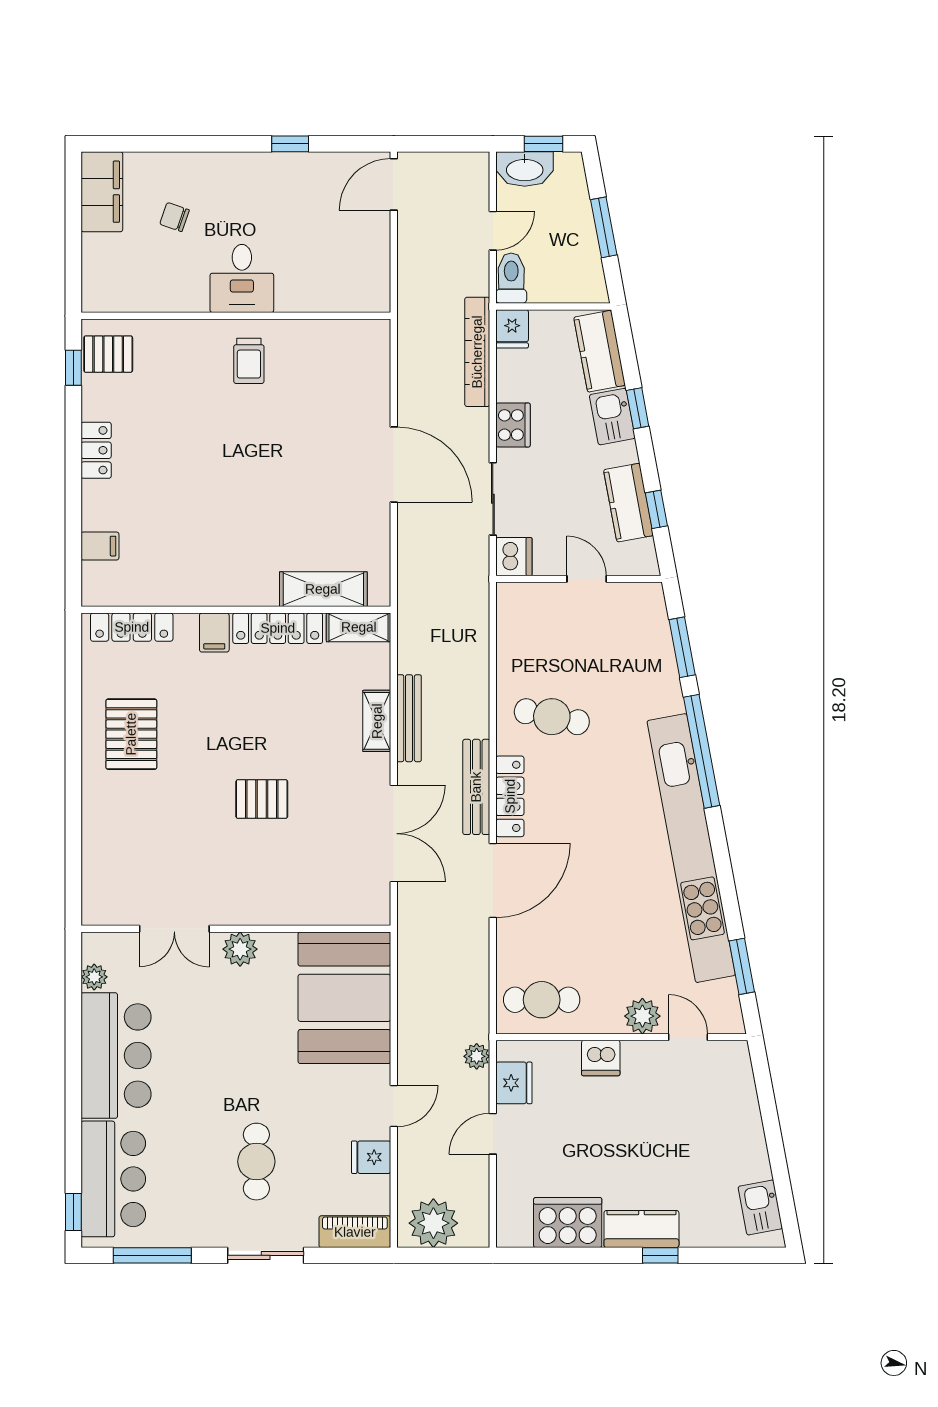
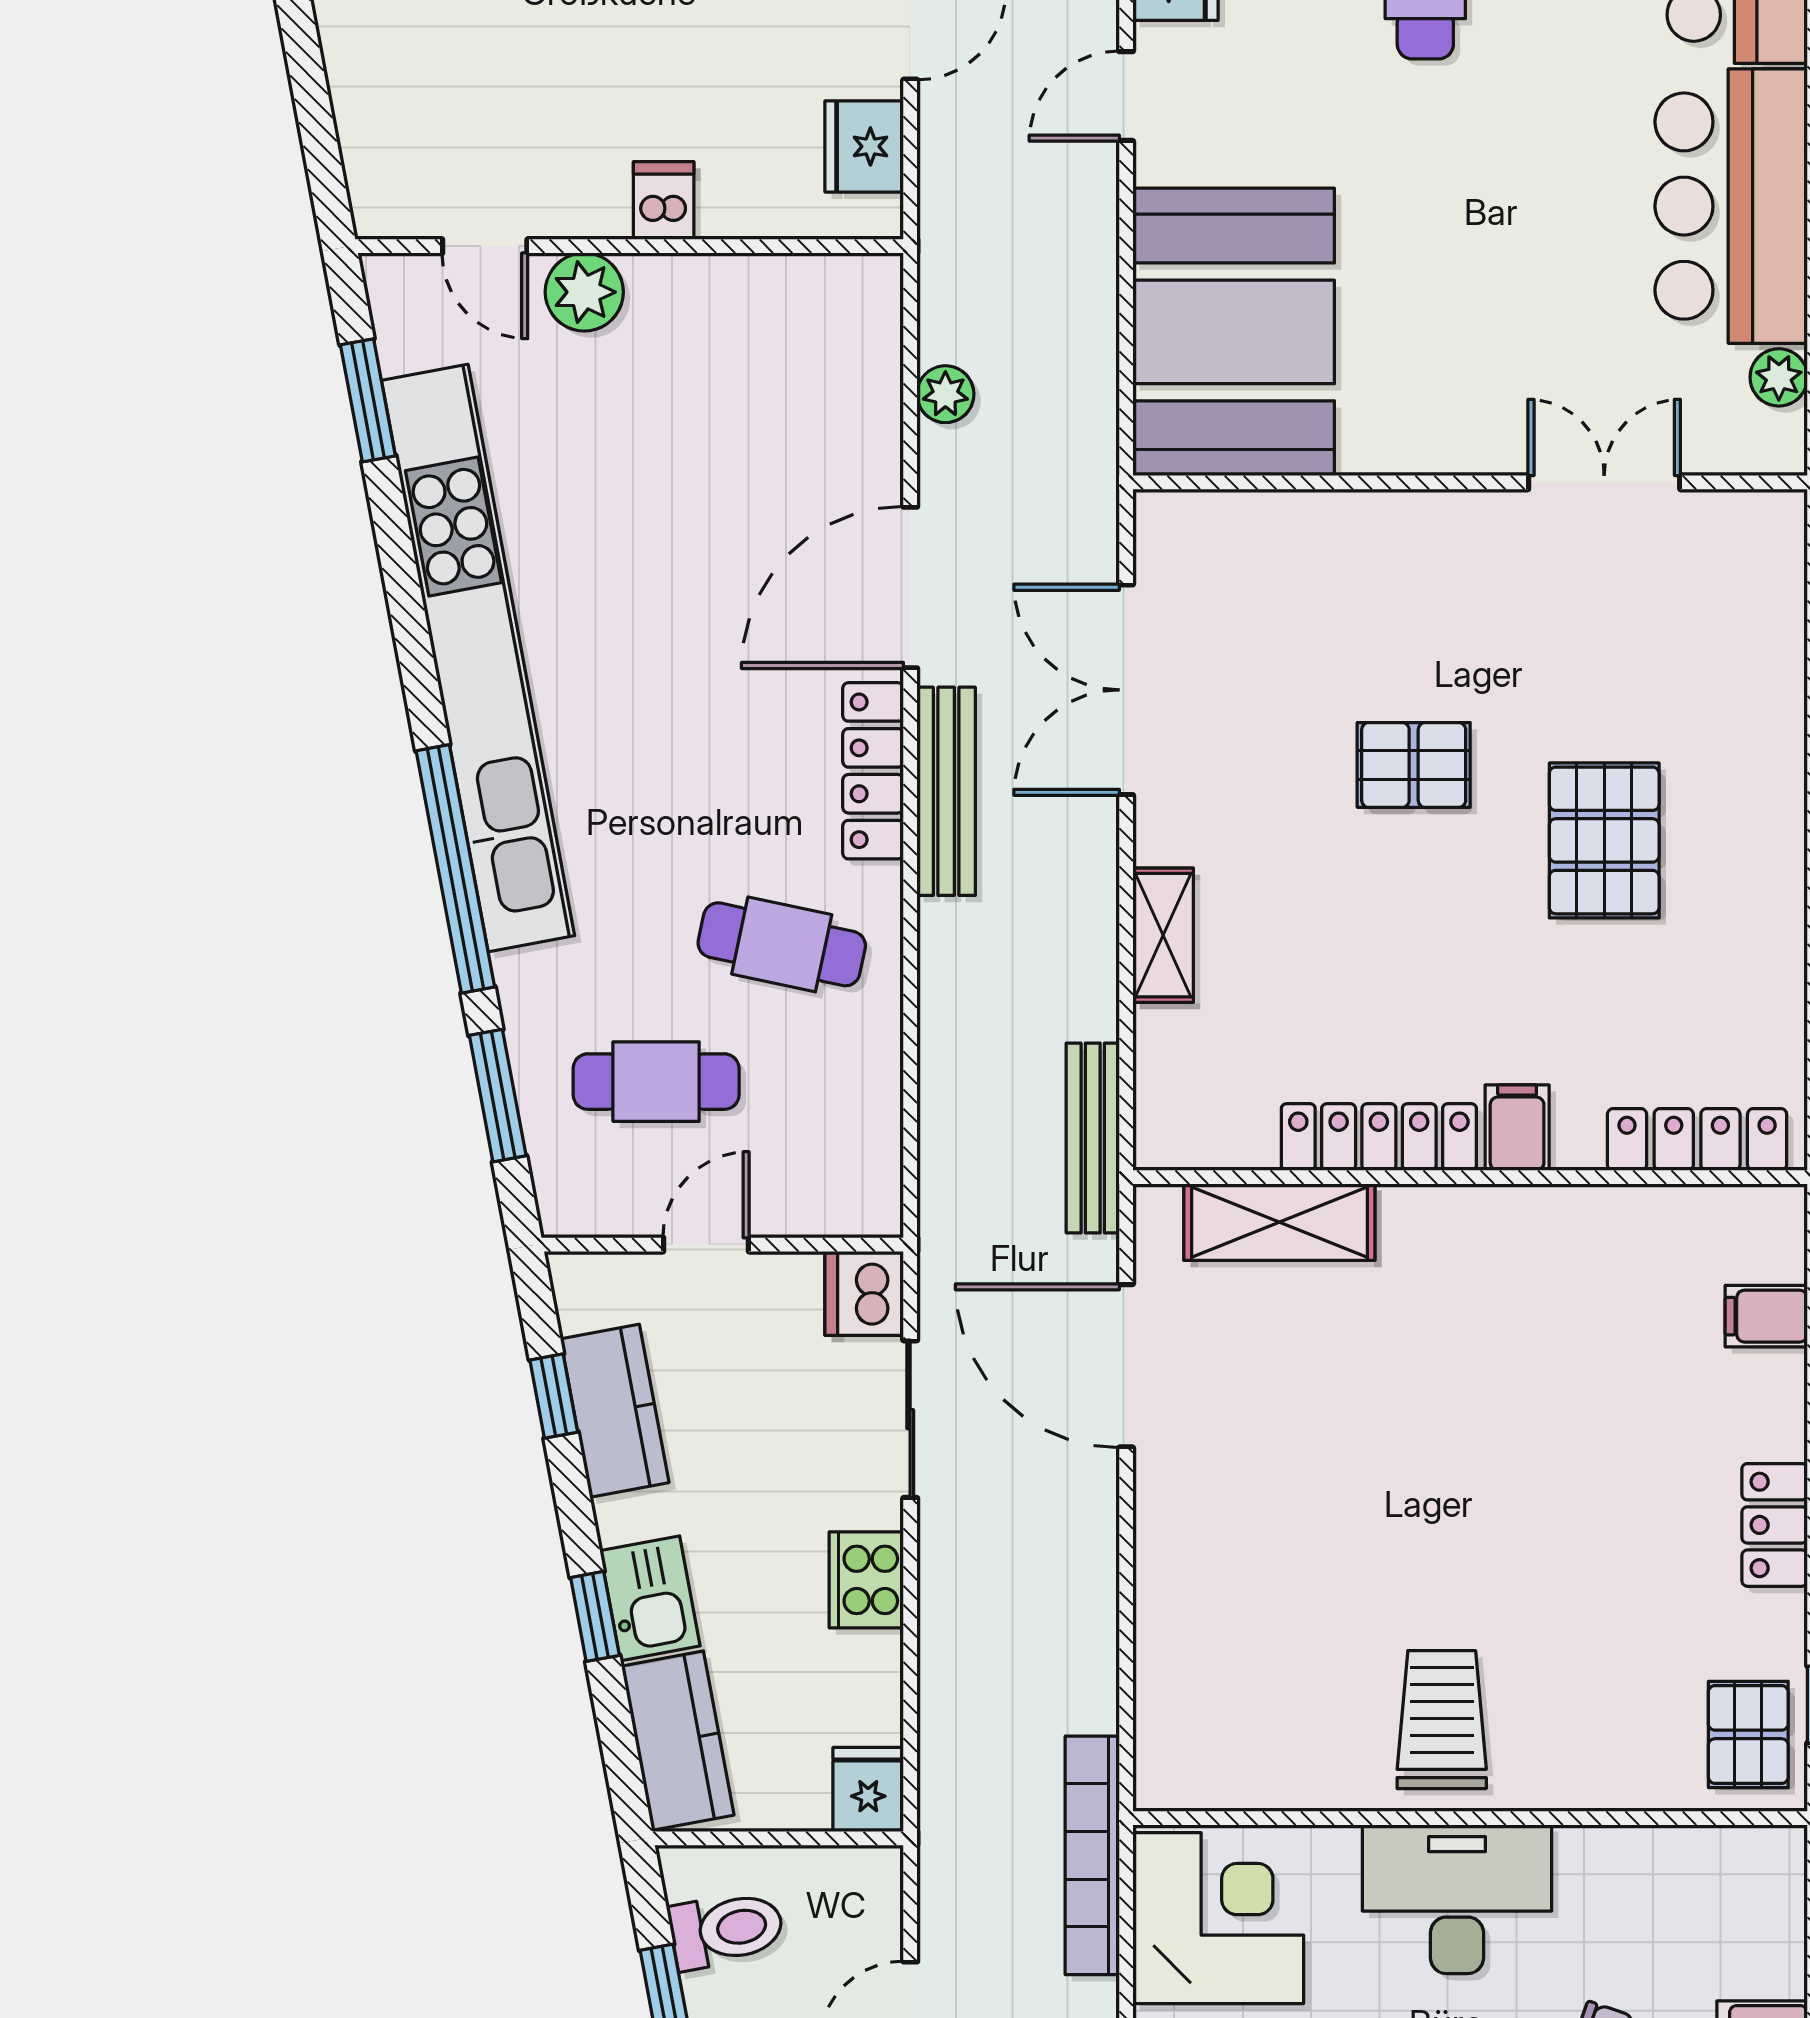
corner desk: (351, 270) -> (1218, 1918), added
desk: (242, 278) -> (1457, 1899), width x1.37
toilet: (511, 278) -> (726, 1930), moved, turned -101
bookcase: (477, 352) -> (1092, 1855), moved, turned 180
pallet: (108, 354) -> (1748, 1734), turned 90
trolley: (249, 361) -> (1442, 1720), width x1.36, depth x1.39
door: (394, 464) -> (1126, 1366), moved
door: (587, 579) -> (706, 1245), swing flipped
shelving: (359, 627) -> (1203, 1139), removed
bench: (409, 718) -> (1093, 1138), moved
pallet: (131, 734) -> (1604, 840), moved
plant: (240, 949) -> (1461, 438), removed
cafe table: (542, 1000) -> (656, 1082), moved
plant: (477, 1056) -> (945, 394), moved
dishwasher: (601, 1058) -> (664, 201), width x0.73

